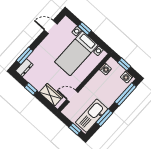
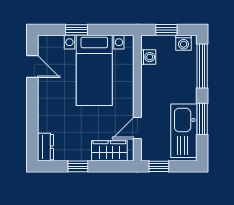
door: (51, 27) -> (32, 66), swing flipped
window: (25, 56) -> (32, 132), removed
window: (75, 129) -> (159, 166), moved

